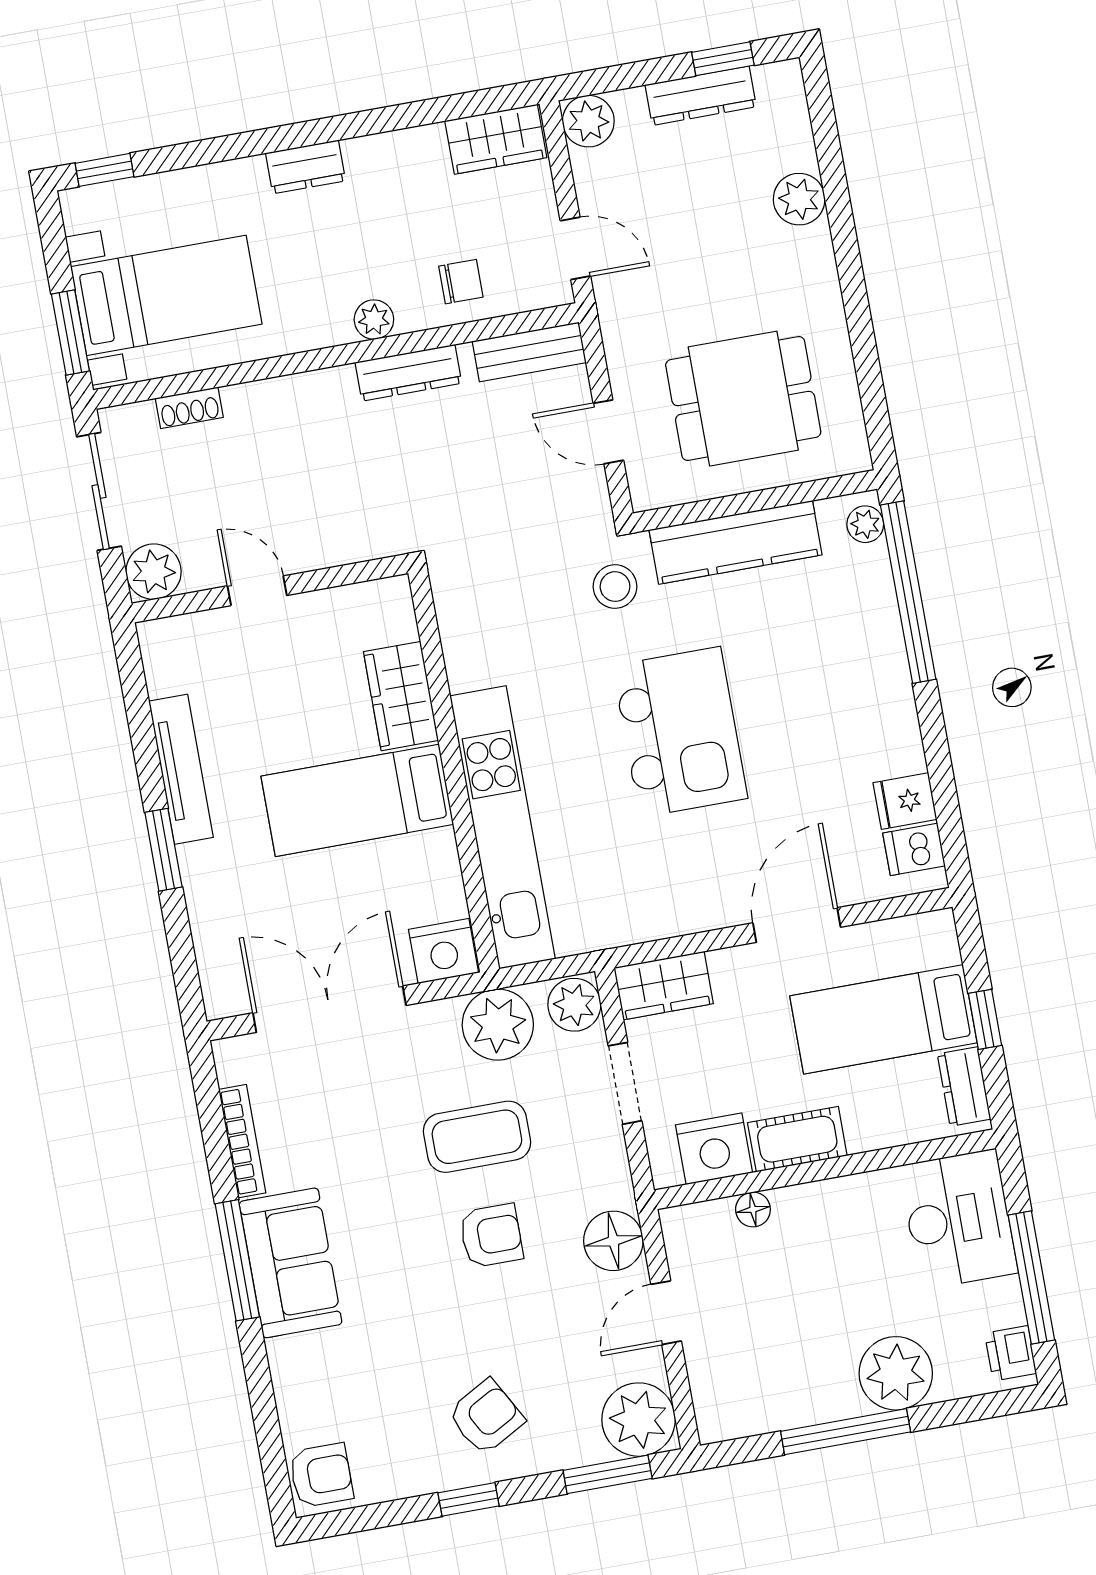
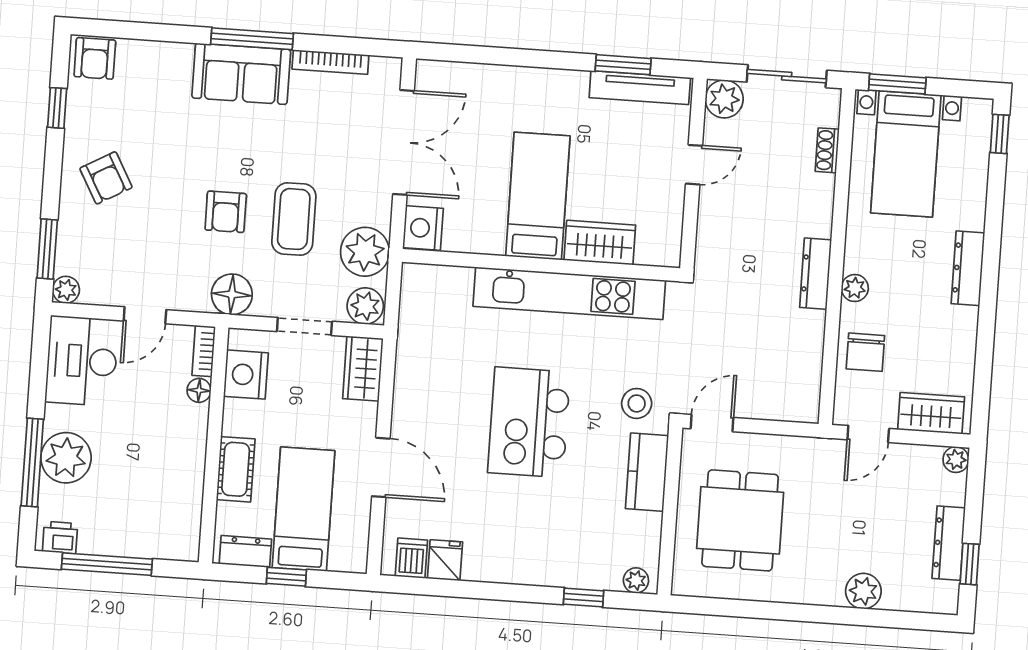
plant: (588, 121) -> (956, 460), width x0.73, depth x0.73
wardrobe: (496, 139) -> (931, 413), moved, turned 90
dresser: (306, 167) -> (968, 268), width x1.44
chair: (461, 282) -> (865, 352), width x1.37, depth x1.37
bench: (529, 352) -> (807, 386), removed
dresser: (408, 373) -> (816, 274), moved
door: (608, 432) -> (712, 423), moved
kitchen counter: (736, 542) -> (647, 472), width x0.67
window: (908, 592) -> (584, 597), width x0.32
kitchen island: (680, 732) -> (529, 422), turned 90
tv unit: (181, 769) -> (640, 88), moved
kitchen unit: (503, 827) -> (569, 293), moved
window: (163, 850) -> (623, 65), moved
cot: (797, 1139) -> (236, 469), moved
bookcase: (696, 1217) -> (204, 351), added
desk: (958, 1219) -> (82, 361), moved, turned 90
floor lamp: (613, 1241) -> (232, 294), moved
door: (666, 1313) -> (145, 315), swing flipped
plant: (639, 1420) -> (66, 290), width x0.53, depth x0.53
window: (846, 1432) -> (32, 463), moved
window: (469, 1499) -> (57, 108), moved

